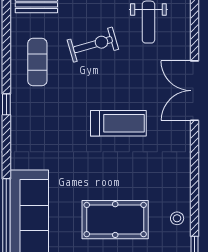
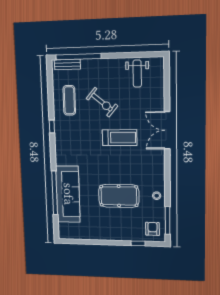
exercise bike: (93, 45) -> (102, 102), moved, turned 56
double door: (195, 91) -> (167, 130), moved

